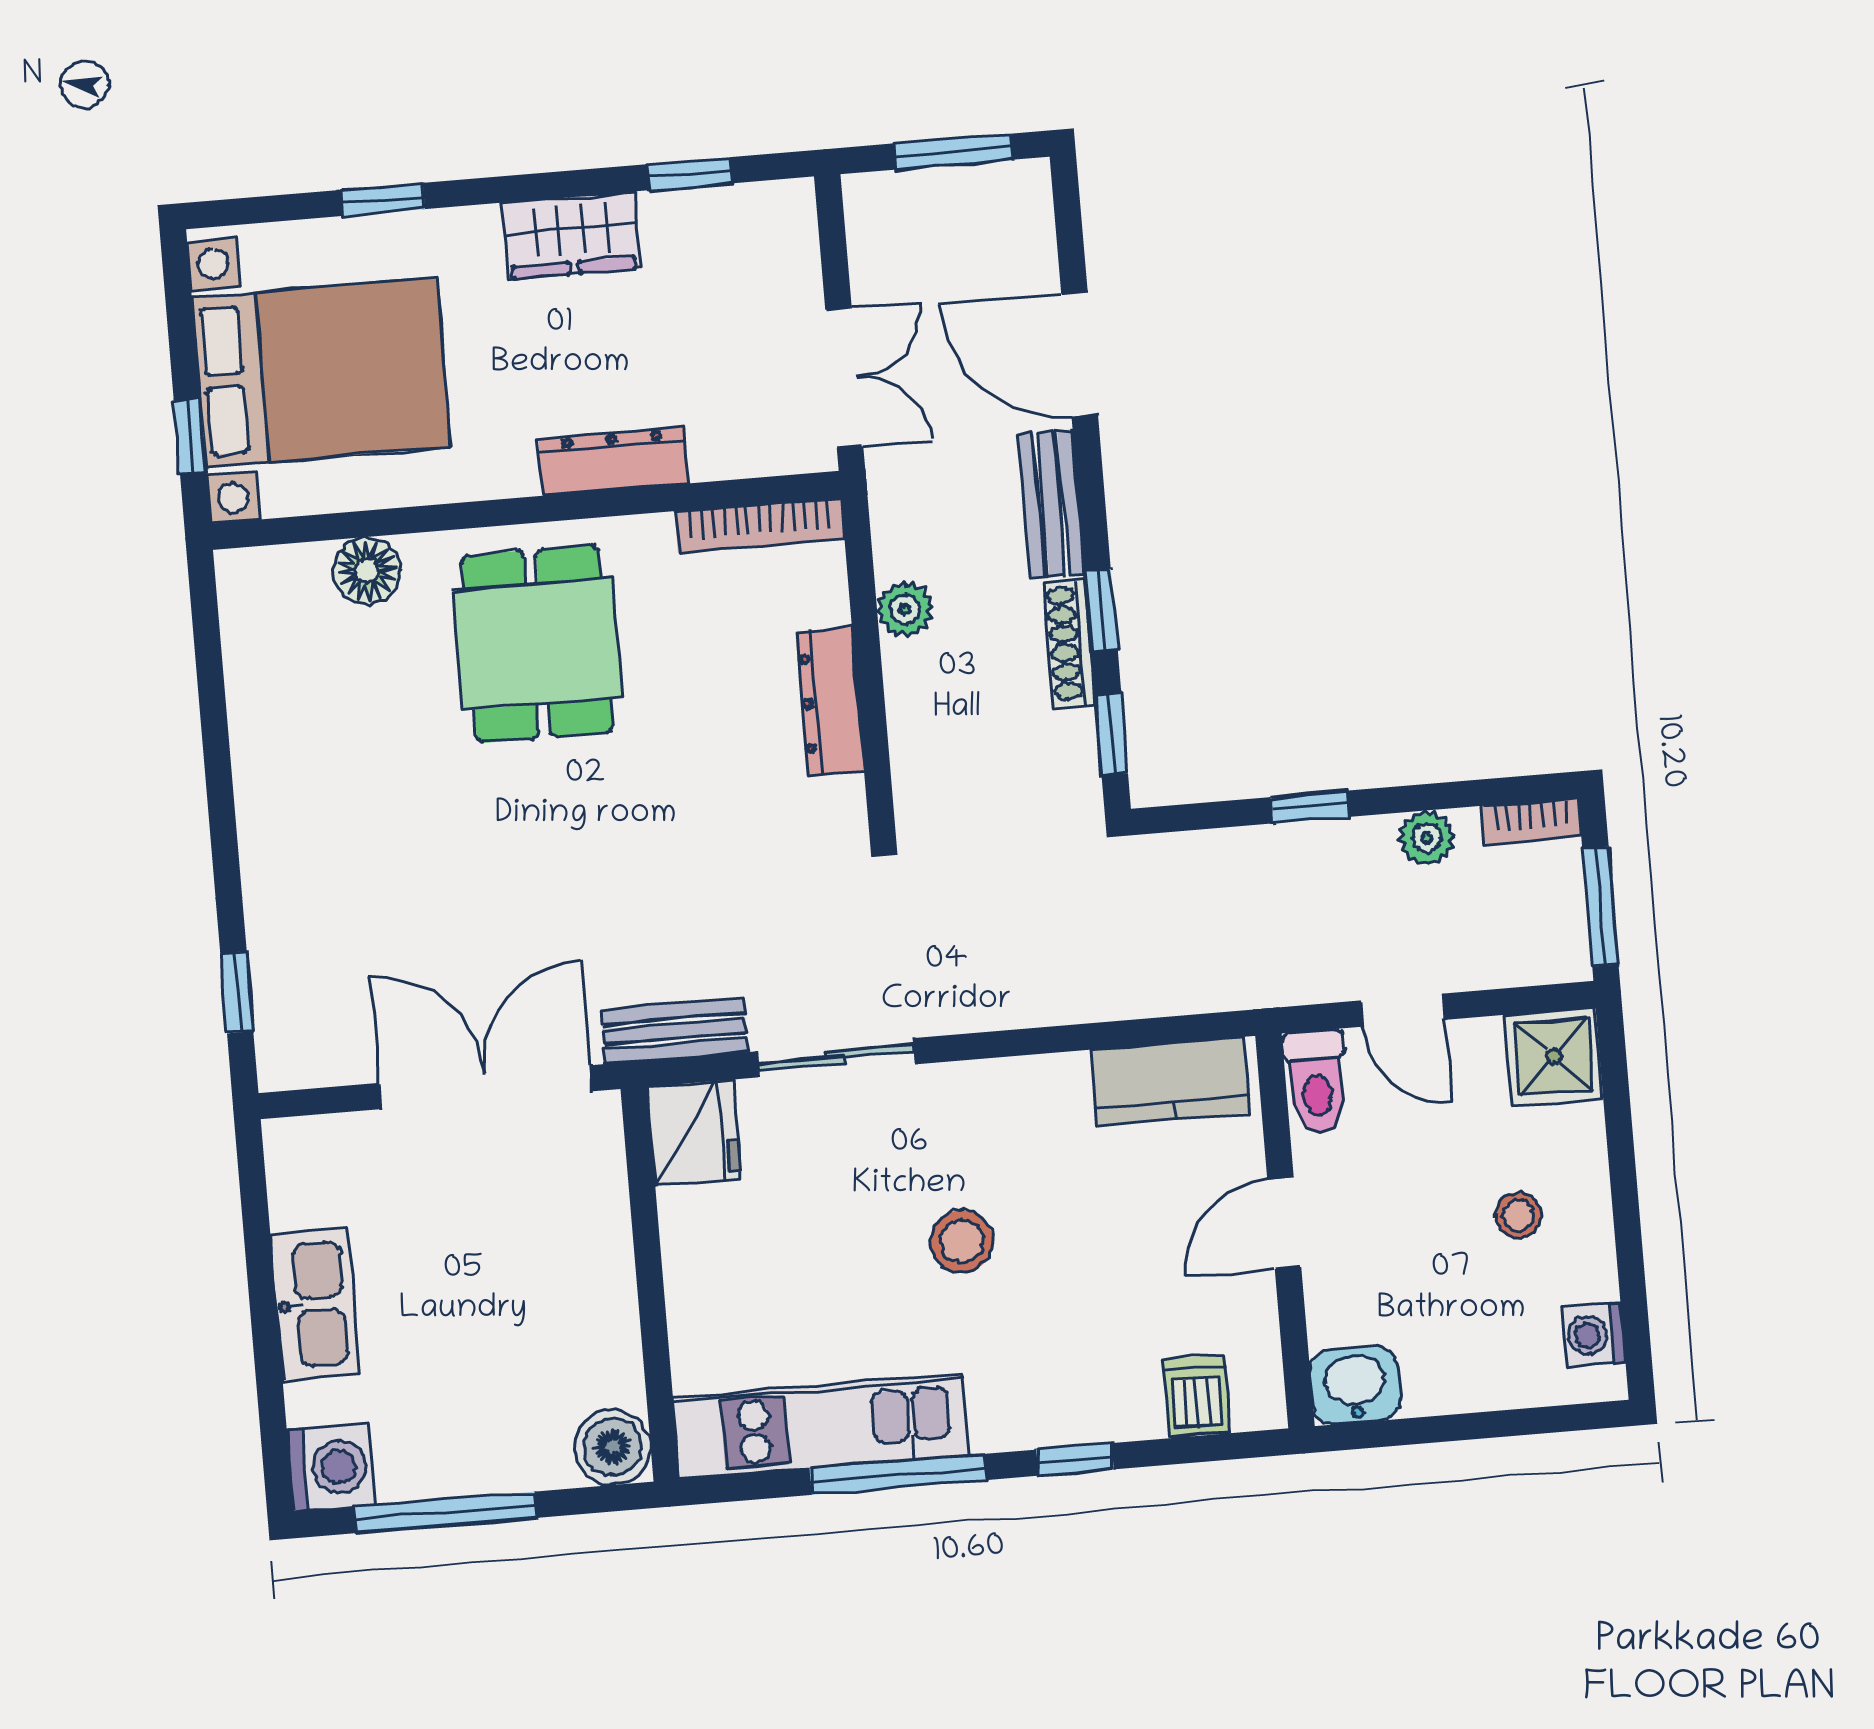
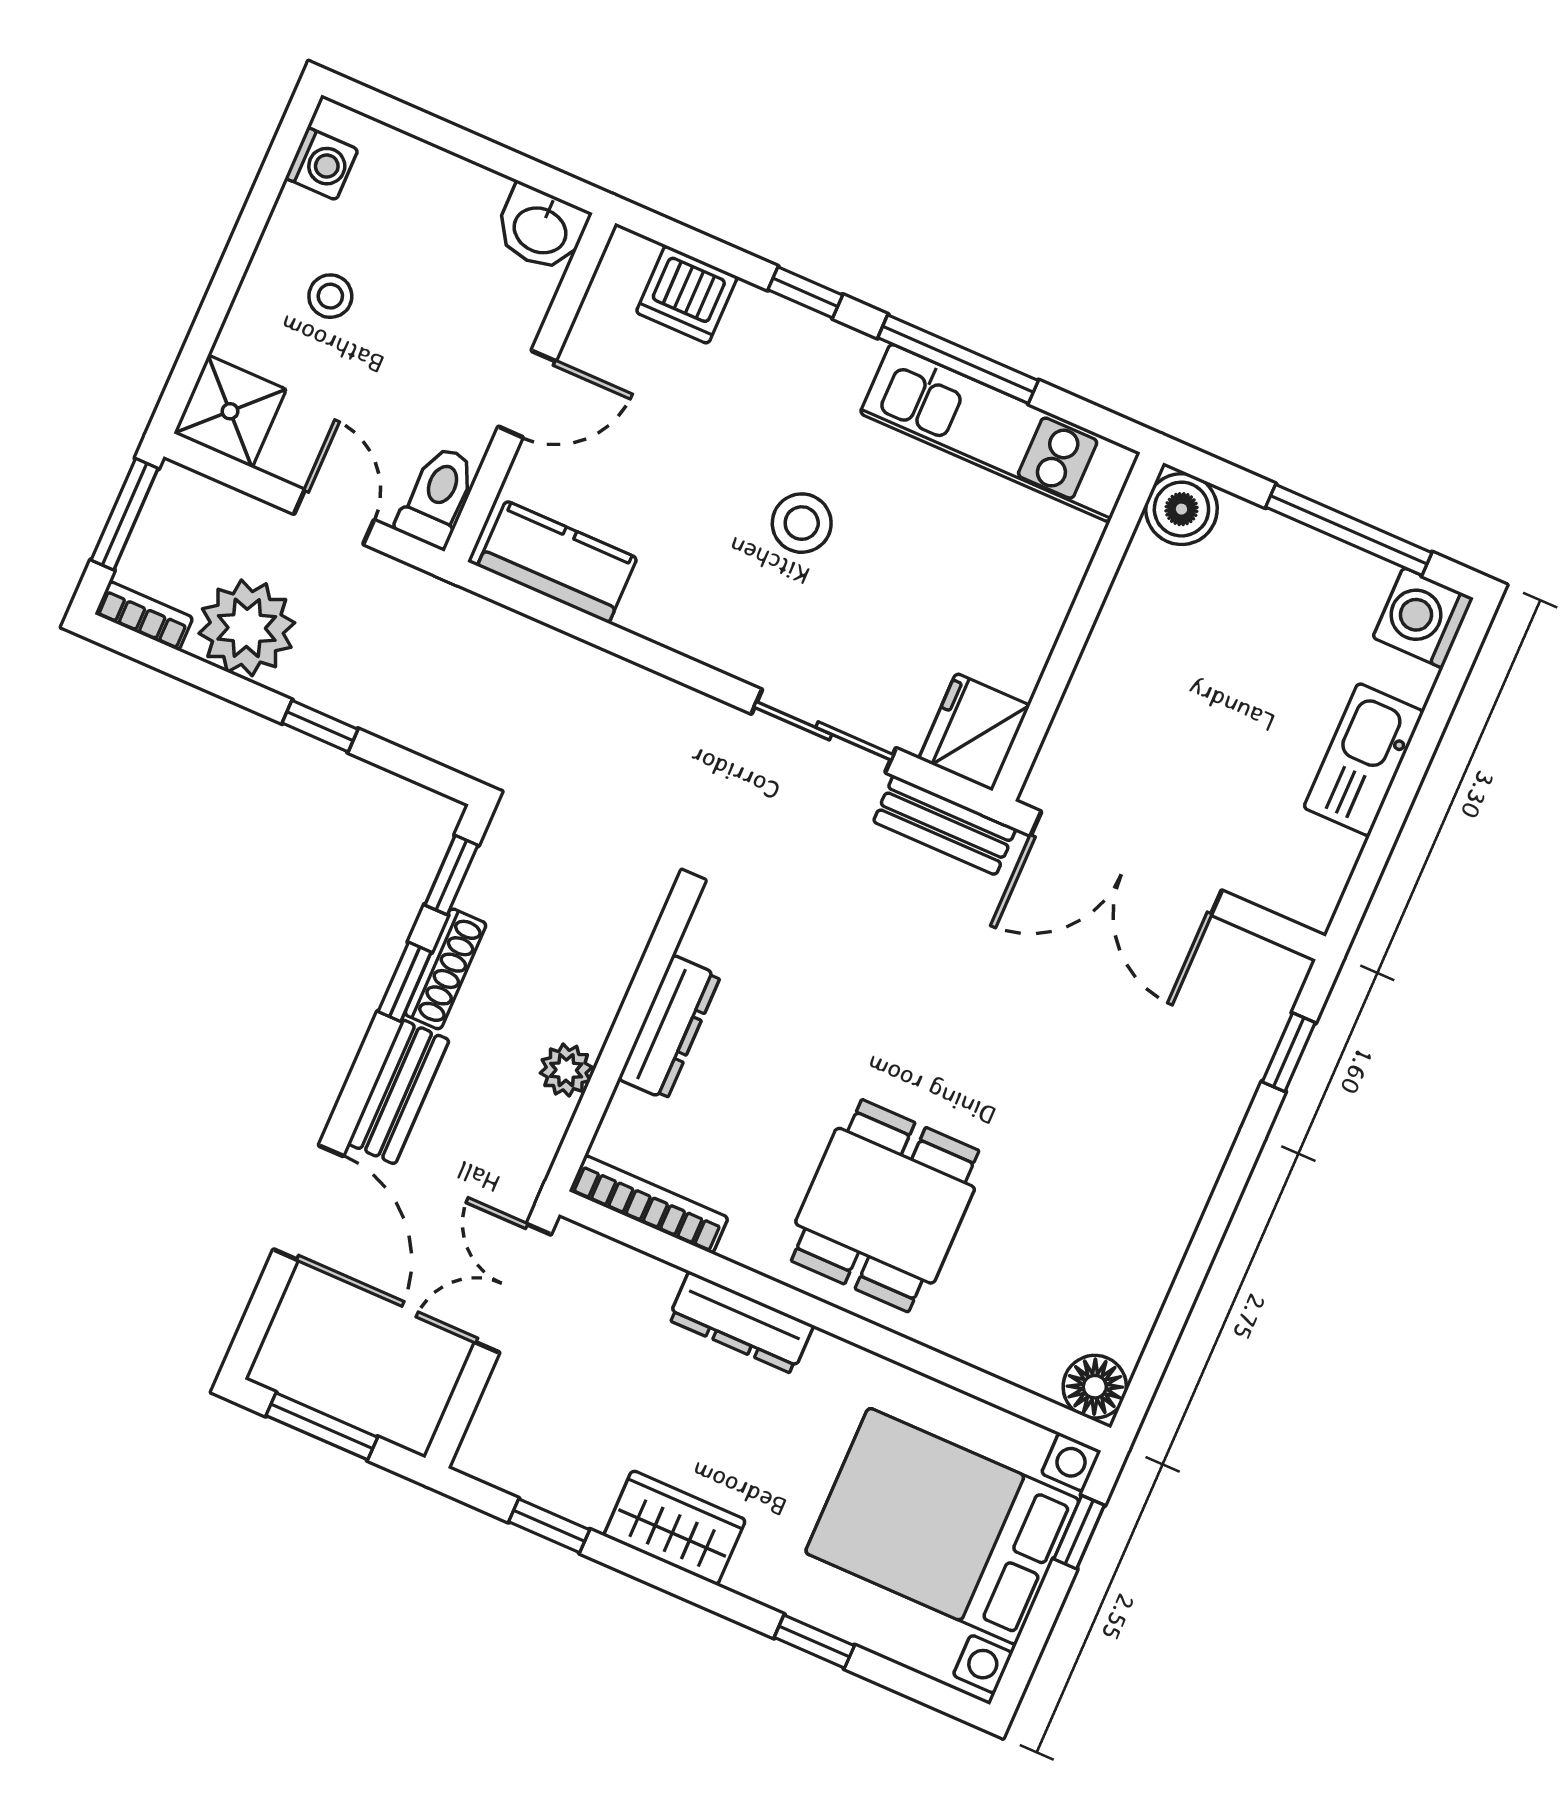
floor lamp: (367, 571) -> (1095, 1387), moved
plant: (1426, 838) -> (247, 628), width x1.88, depth x1.88
dishwasher: (1197, 1396) -> (687, 295), width x1.38

